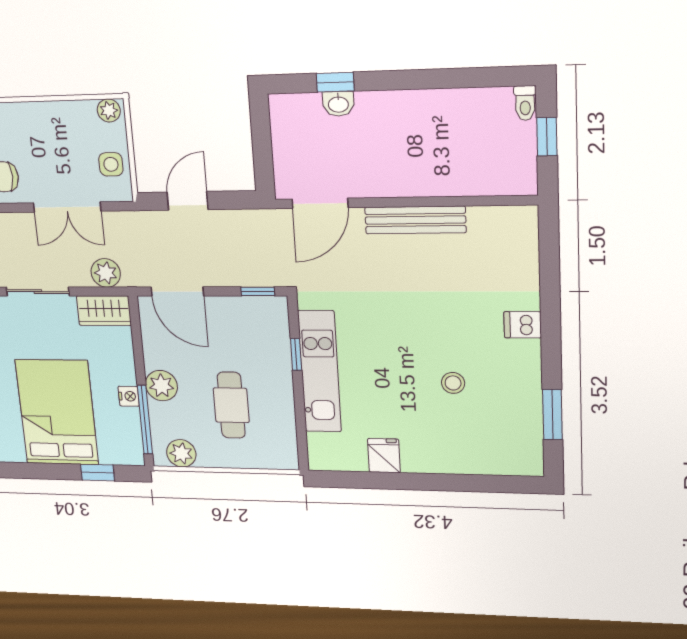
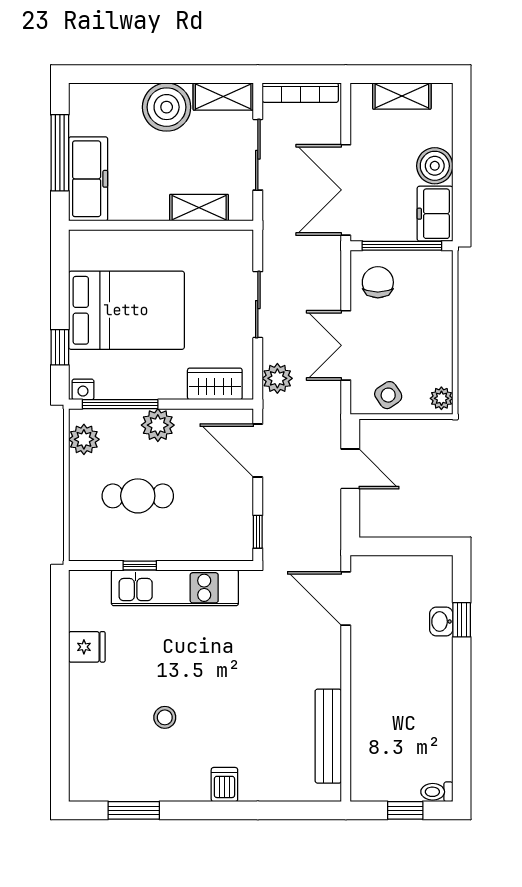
side table: (111, 164) -> (388, 395), turned -34
bench: (415, 220) -> (328, 736), moved
door: (177, 291) -> (258, 451), hinge flipped
wardrobe: (104, 311) -> (215, 384), moved, turned 90
window: (296, 354) -> (140, 565), moved
nightstand: (129, 396) -> (83, 389), moved

